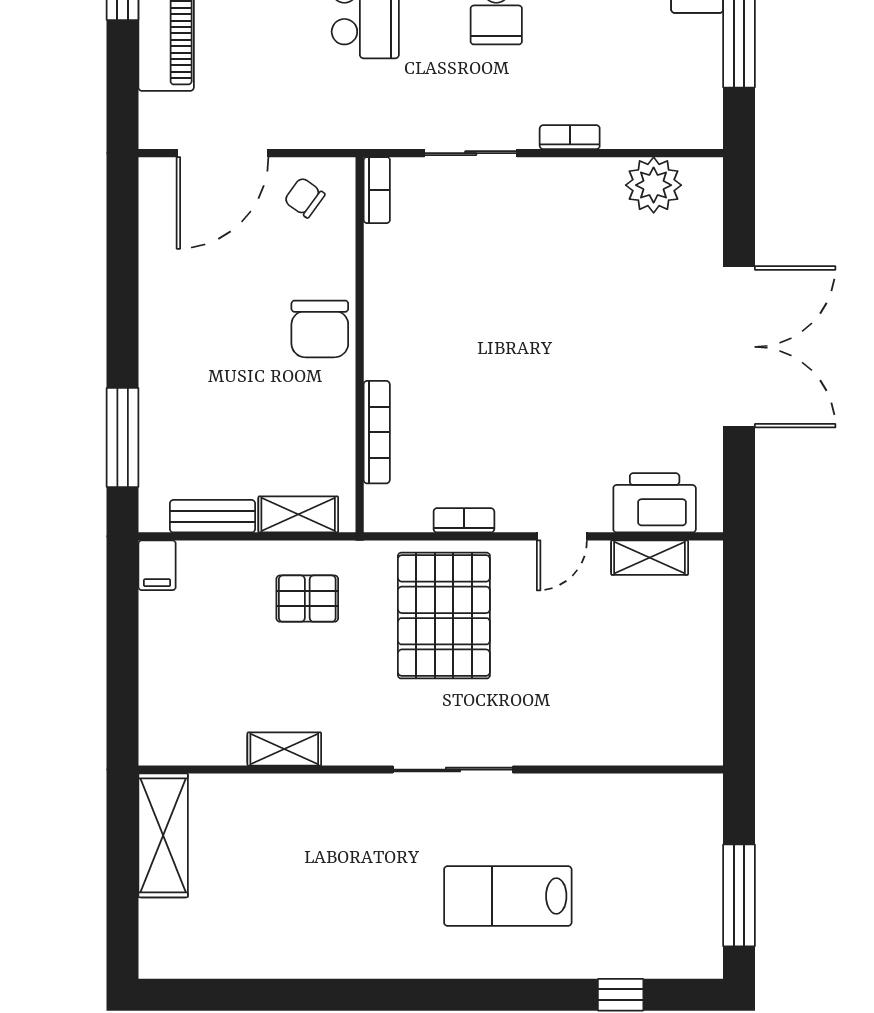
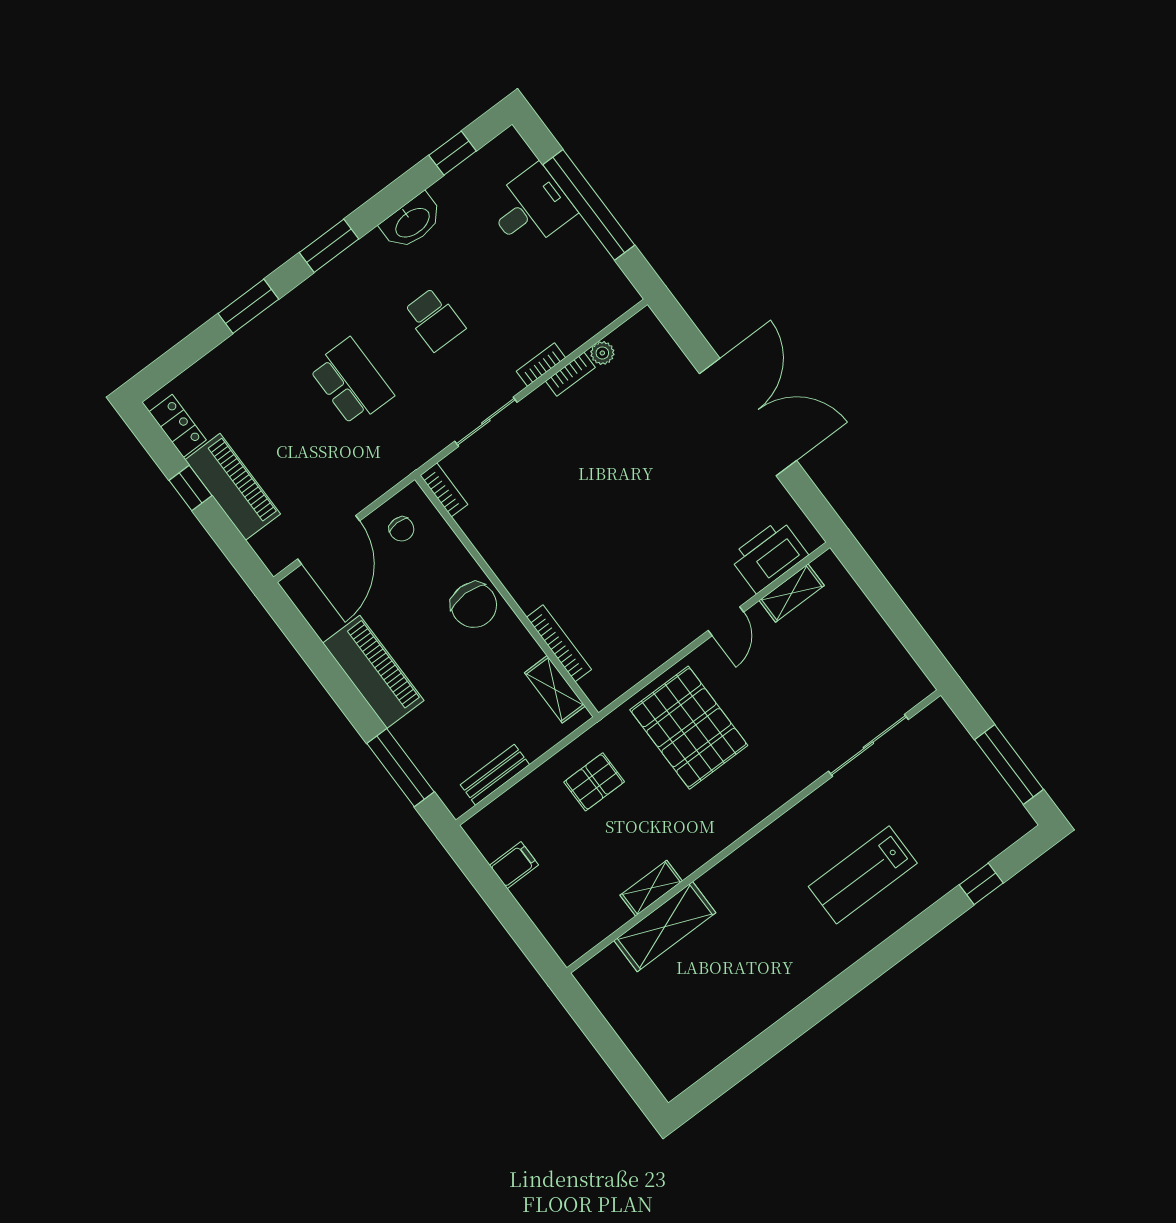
plant: (654, 185) -> (602, 353), width x0.53, depth x0.53
chair: (304, 197) -> (402, 529), turned -126
piano: (168, 320) -> (373, 672), added
shelving: (298, 514) -> (555, 689), moved, turned 90
bookcase: (464, 520) -> (570, 374), moved, turned 180
filing cabinet: (157, 565) -> (514, 865), moved, turned -90
sliding door: (453, 770) -> (868, 745), moved
shelving: (163, 835) -> (665, 927), moved, turned 90

